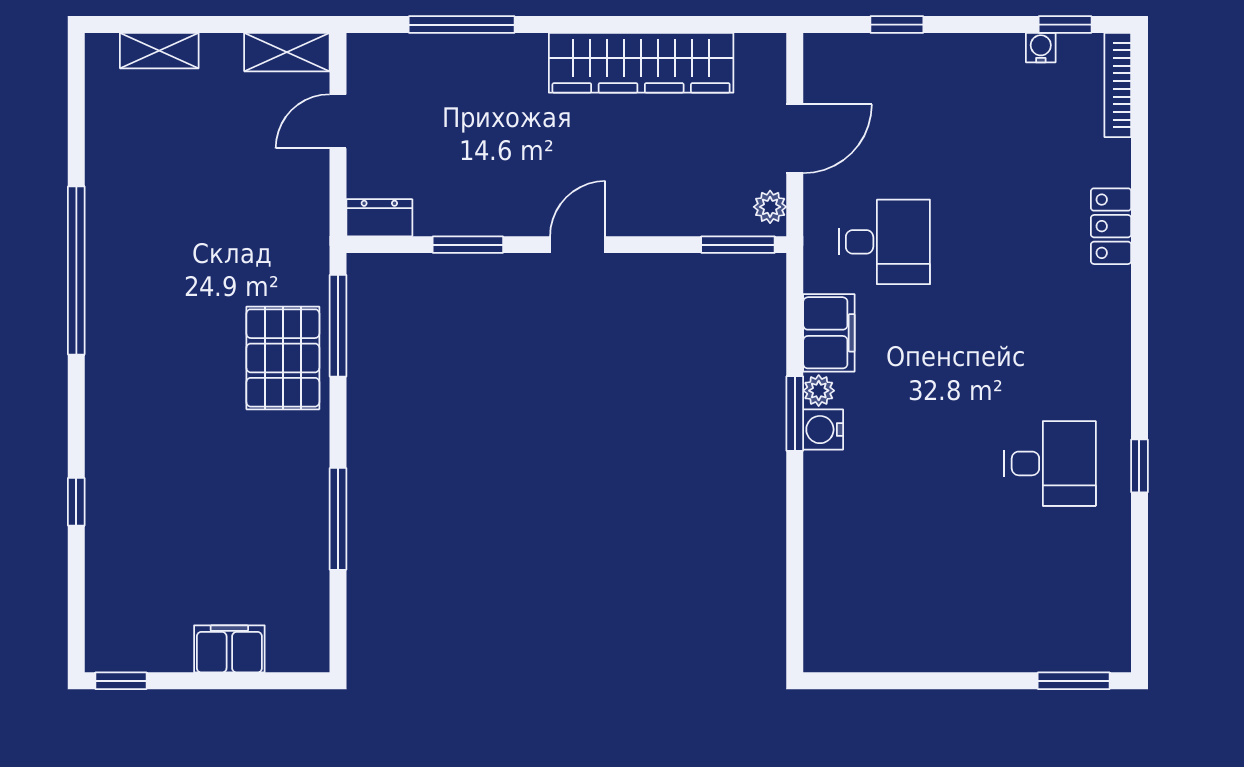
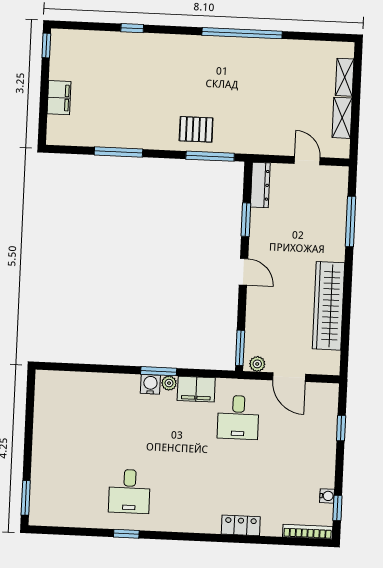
shelving: (287, 52) -> (342, 118), moved
dresser: (379, 218) -> (260, 185), width x1.44
pallet: (283, 358) -> (196, 129), width x0.67, depth x0.71

